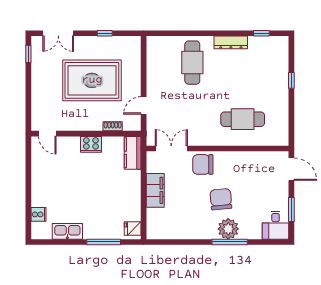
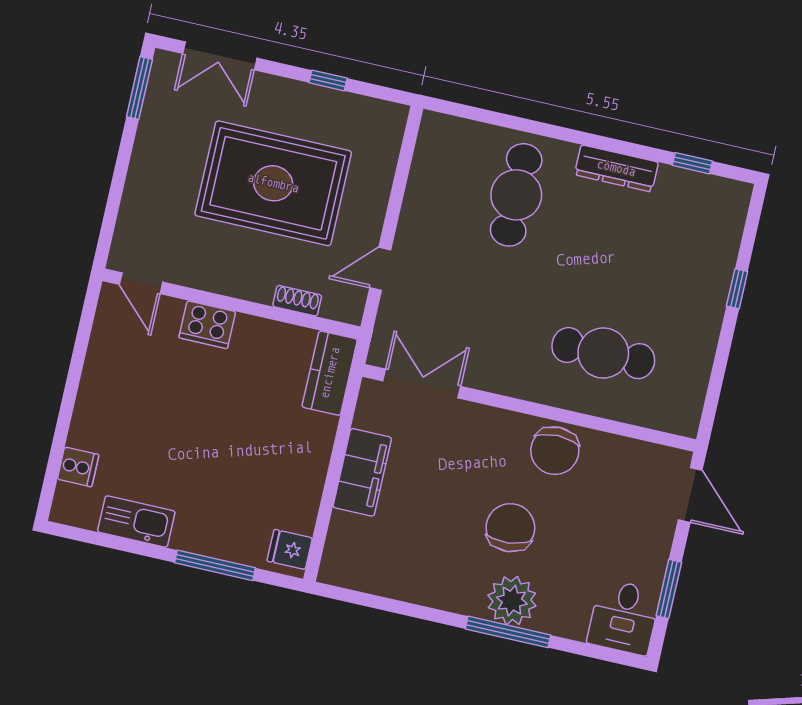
window: (28, 54) -> (139, 88), width x1.50
cooker: (91, 144) -> (207, 325), moved
chair: (203, 164) -> (555, 451), moved, turned -90

